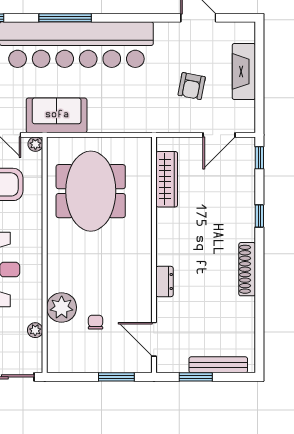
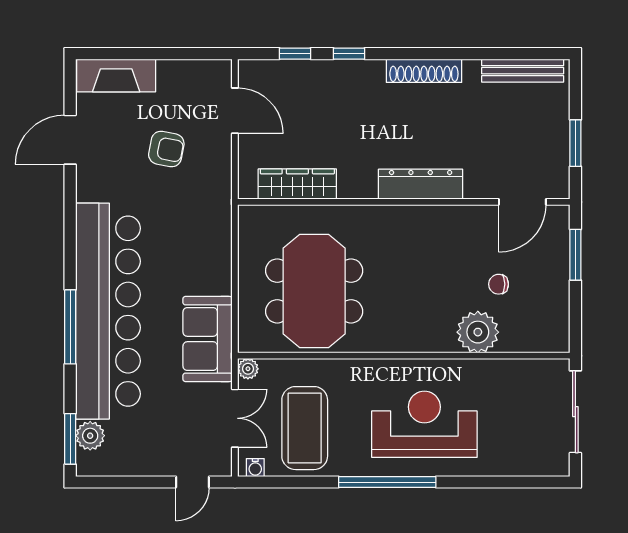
fireplace: (244, 71) -> (116, 76), moved
window: (259, 158) -> (295, 54), moved
meeting table: (91, 191) -> (314, 291), turned 90
dresser: (165, 282) -> (421, 184), width x1.96, depth x1.24
plant: (35, 330) -> (510, 369), removed
bench: (218, 365) -> (523, 71), moved, turned 90

